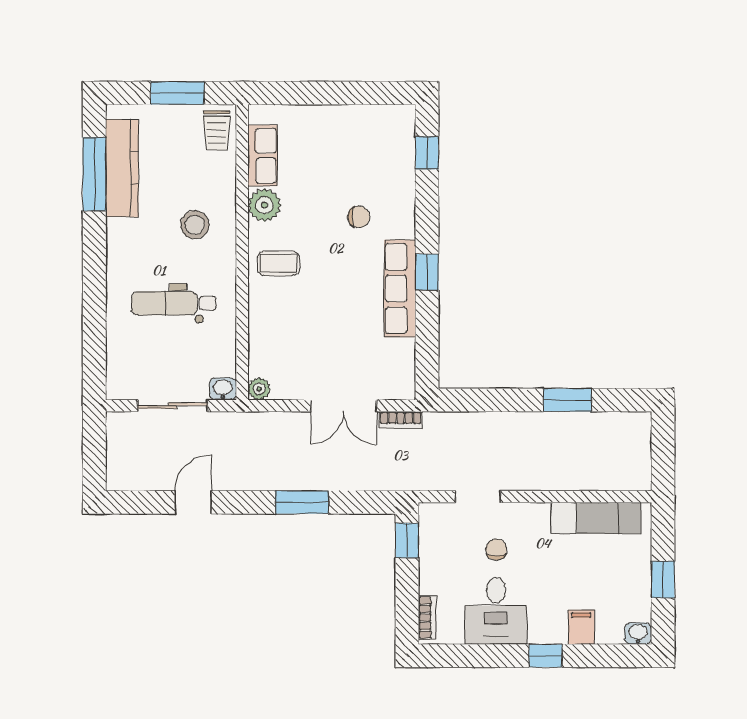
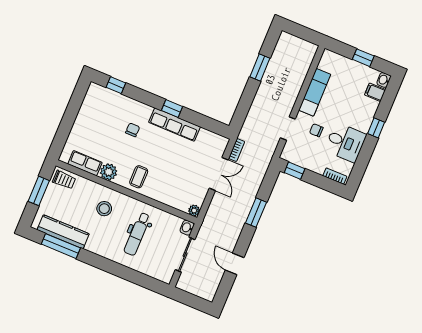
exam couch: (596, 518) -> (315, 92), moved
filing cabinet: (581, 627) -> (375, 92), moved

